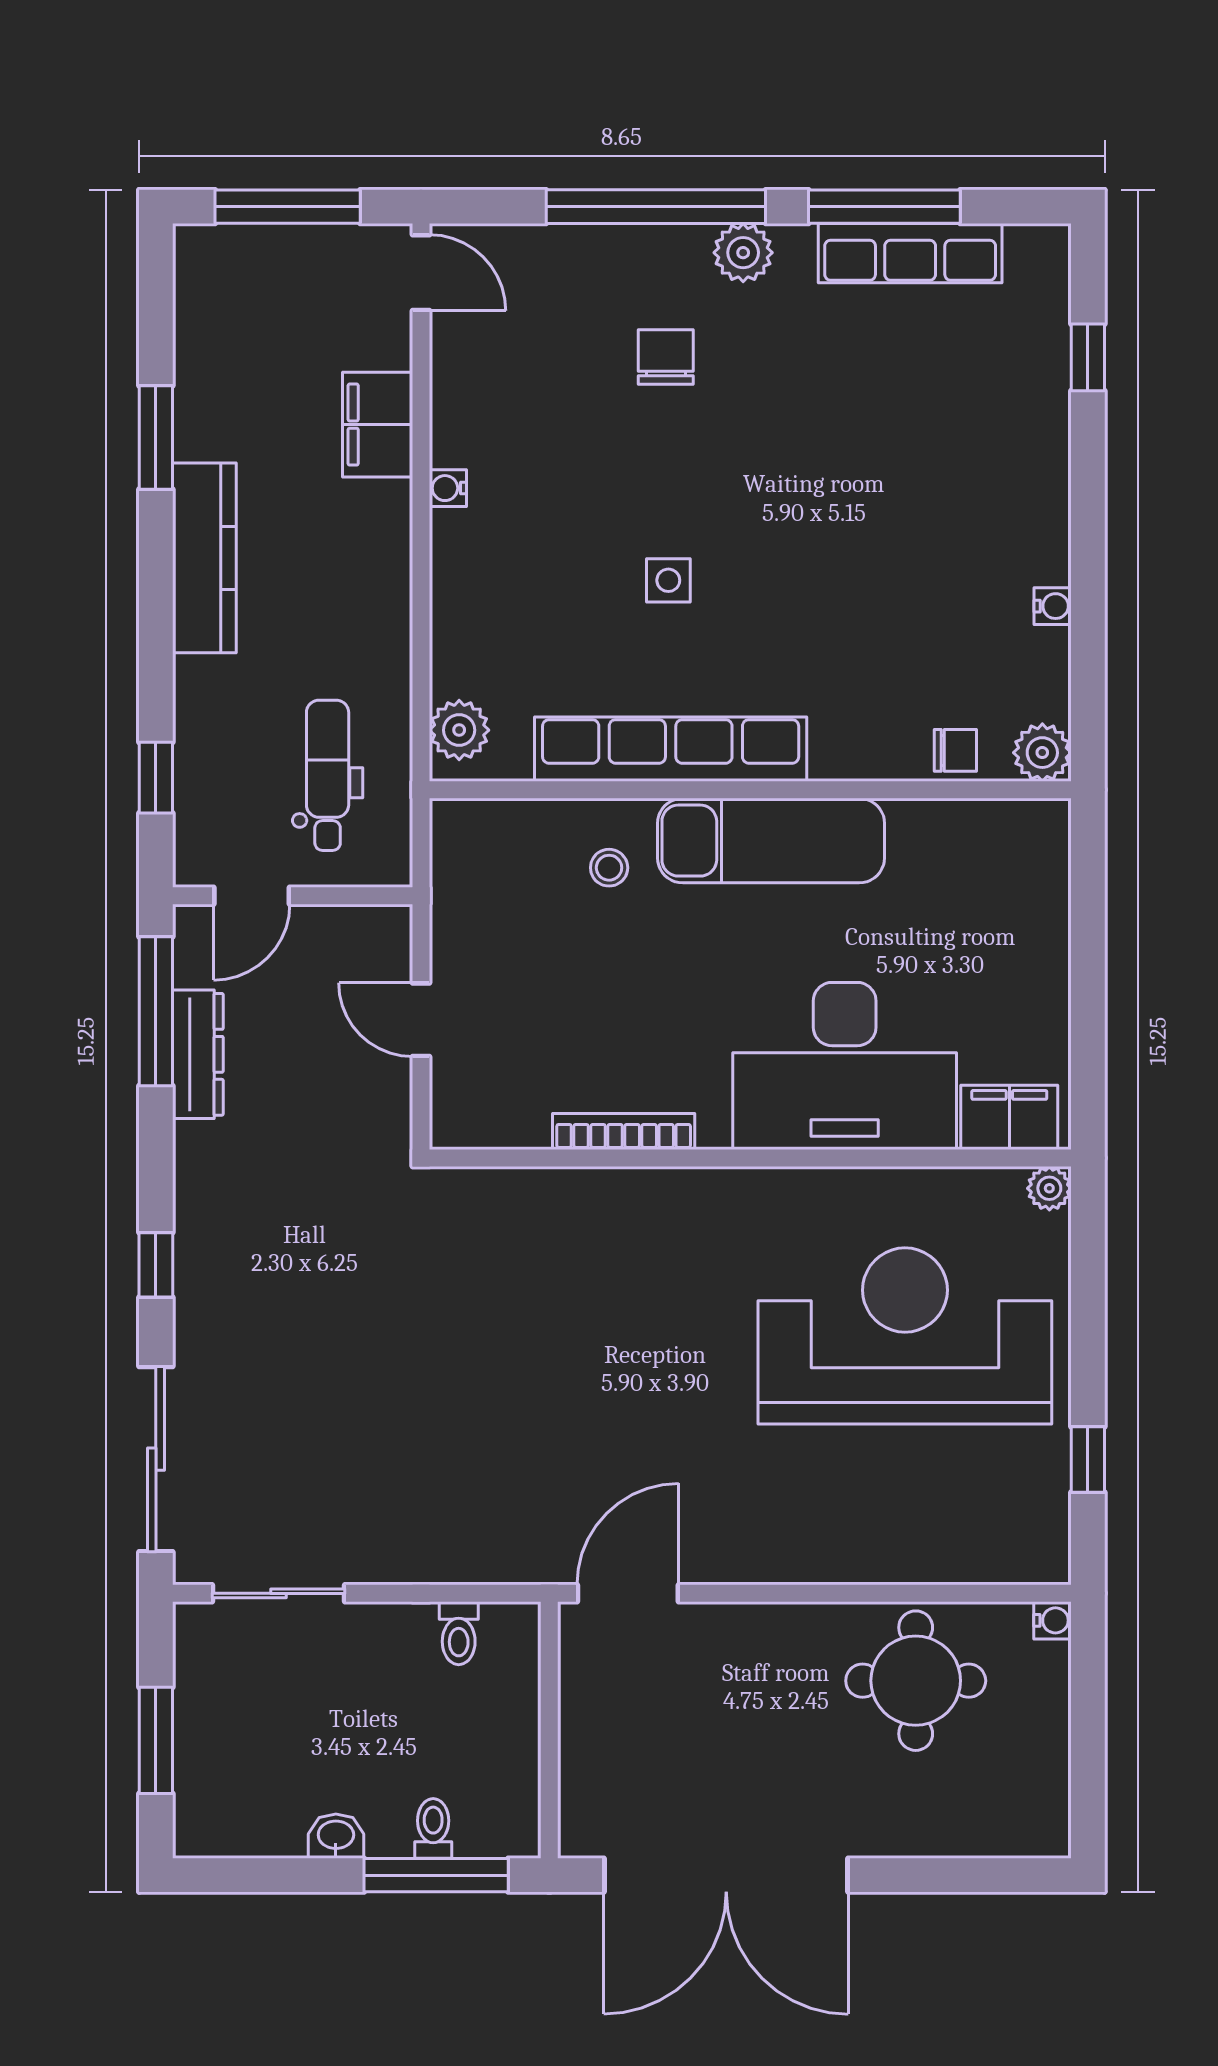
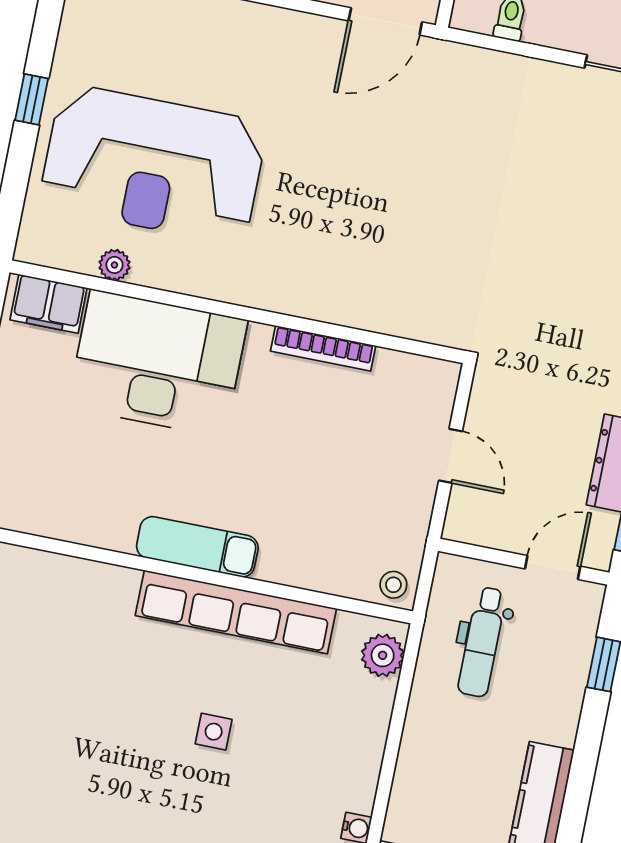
chair: (955, 750) -> (35, 571), removed
exam couch: (771, 841) -> (197, 547), width x0.73, depth x0.69
stool: (609, 868) -> (393, 585), moved
plant: (1049, 1188) -> (114, 265), moved
window: (1088, 1460) -> (32, 99), moved

